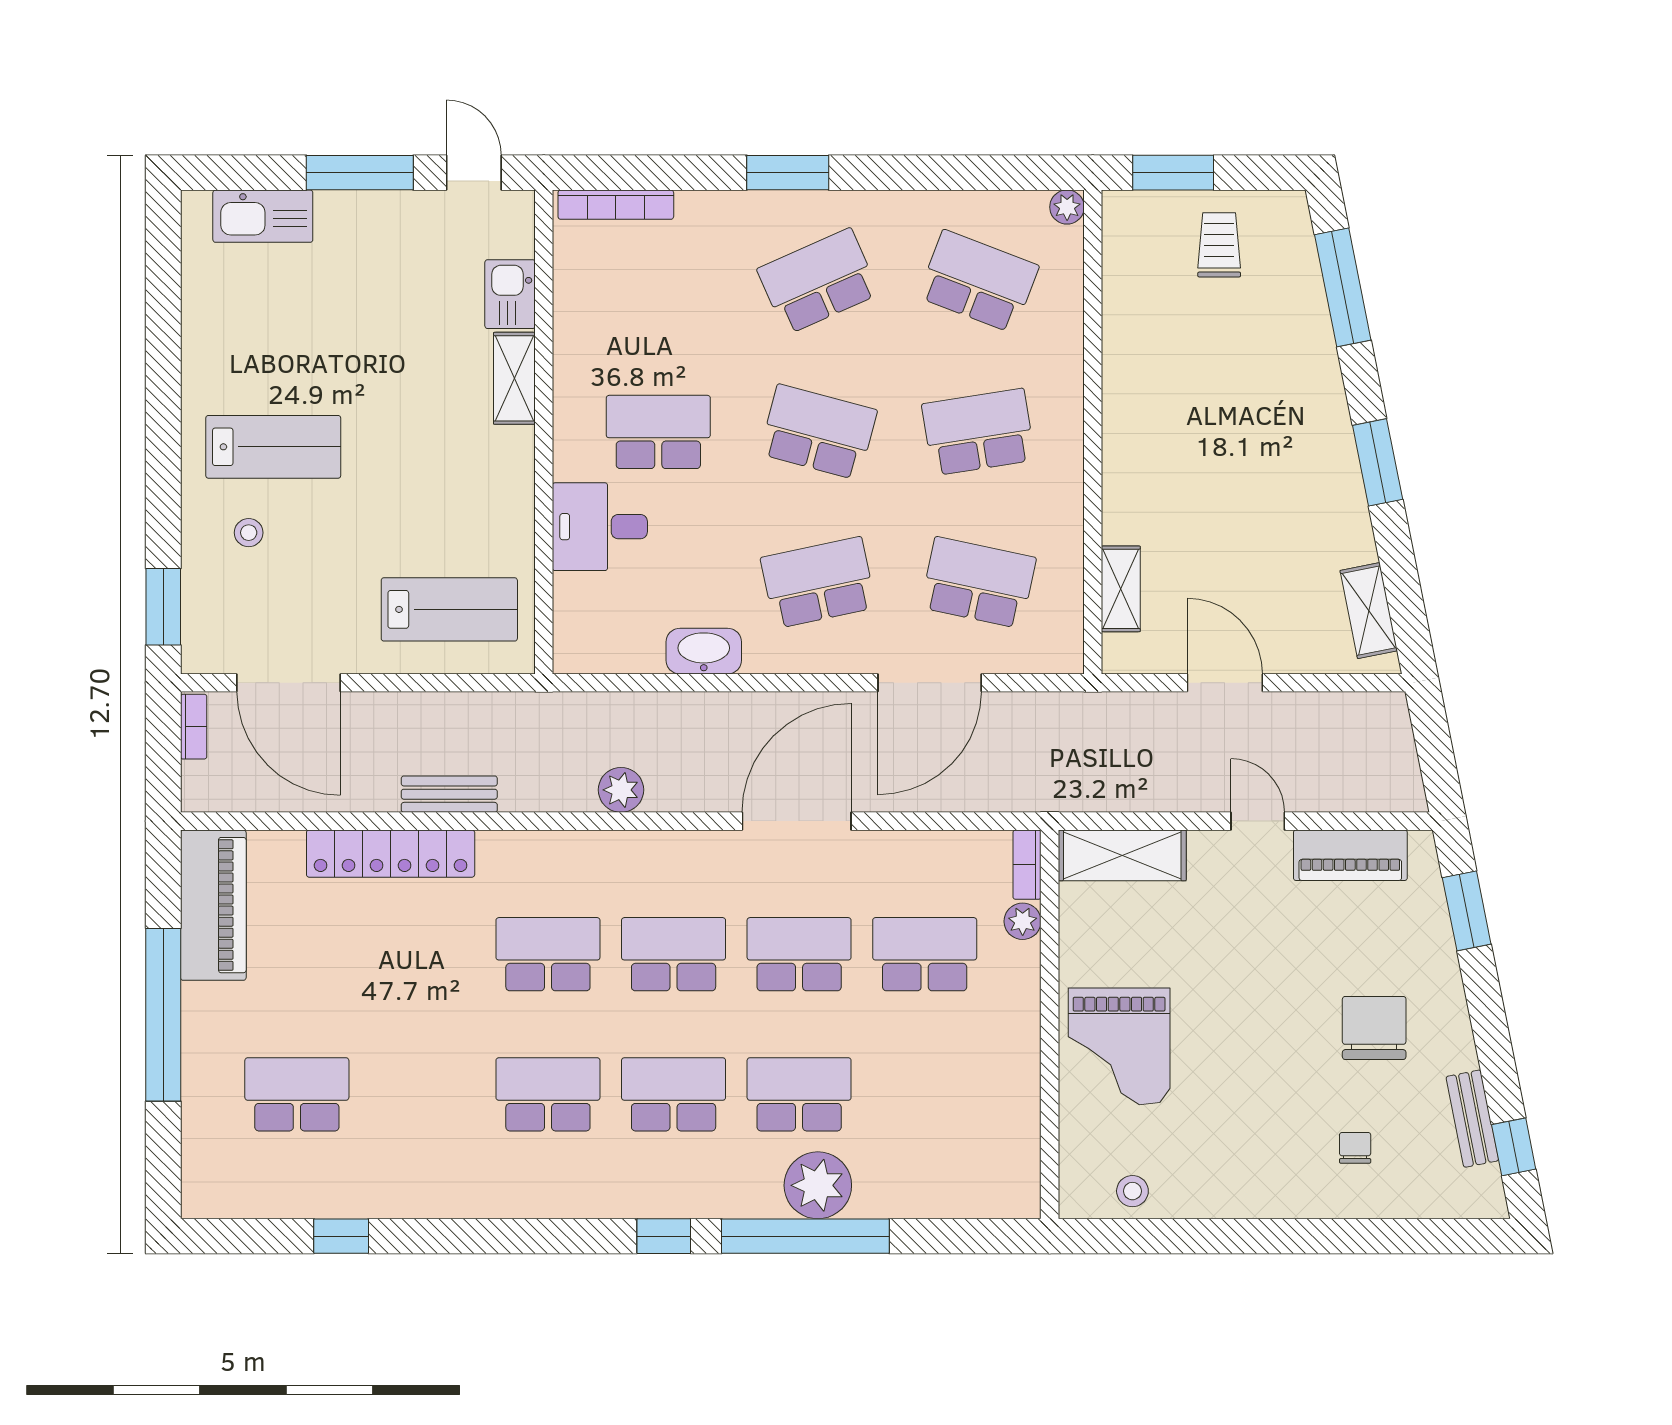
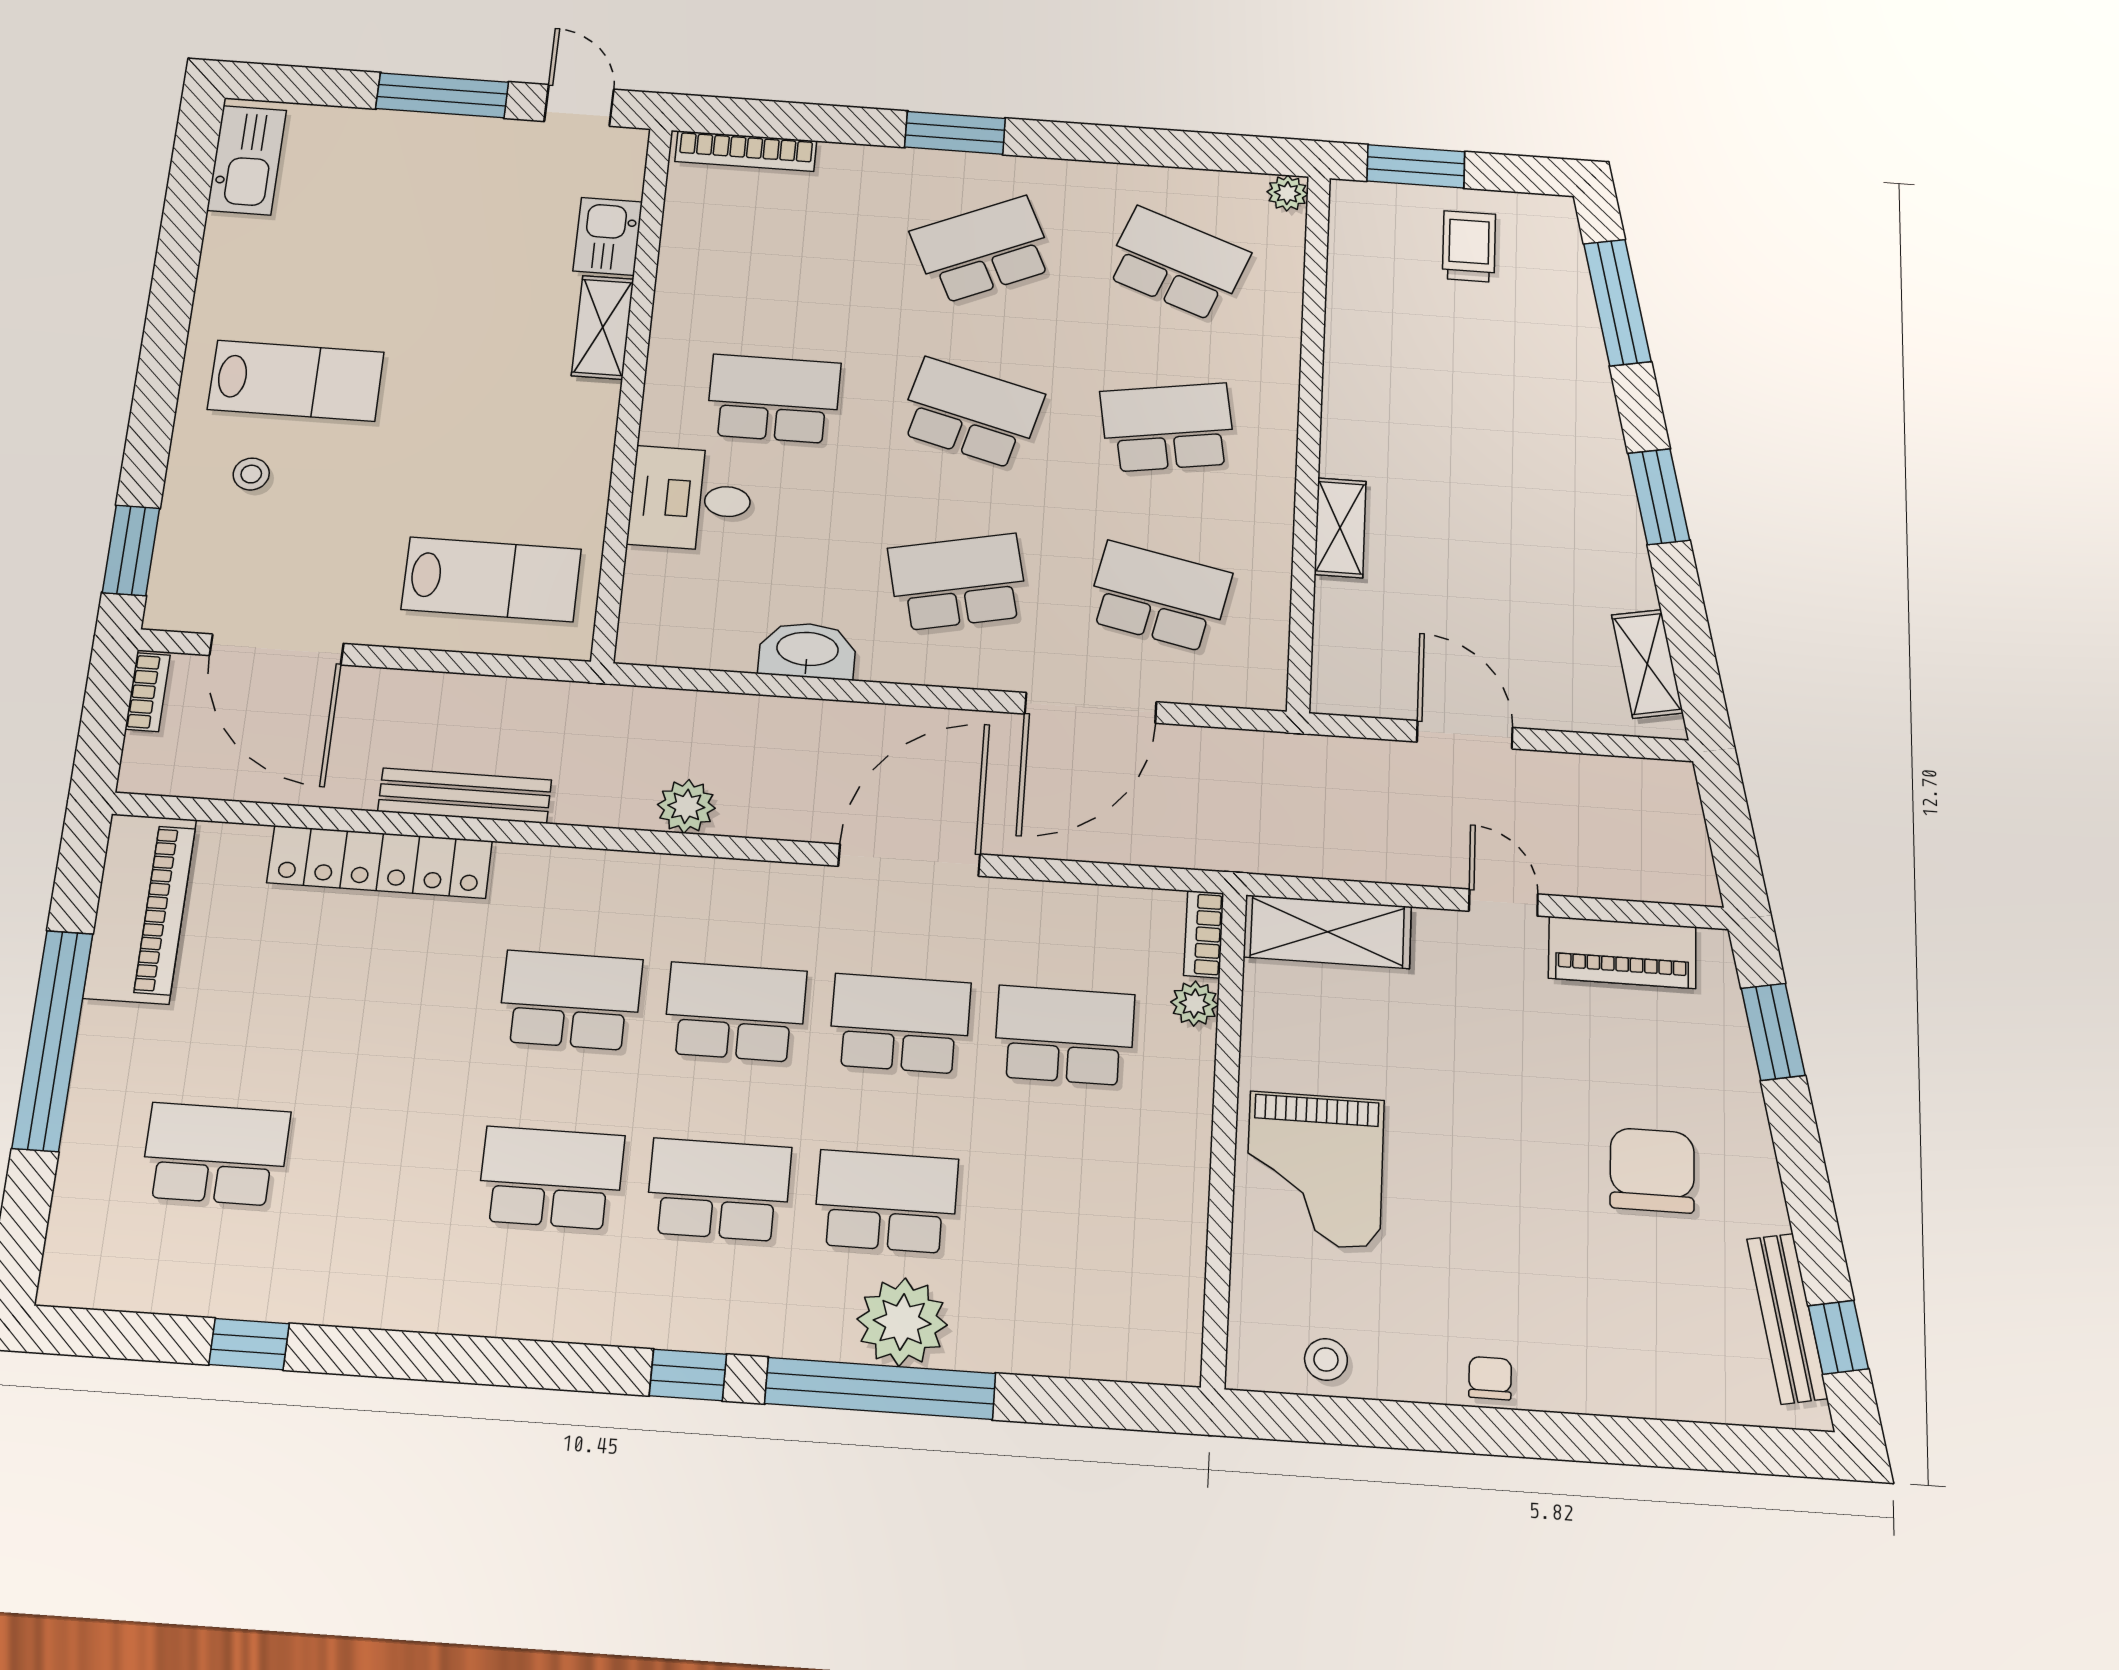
kitchen sink: (263, 216) -> (247, 160), moved, turned -90
shelving: (1121, 589) -> (1340, 528), moved
bench: (449, 794) -> (465, 796), width x1.36
bench: (1472, 1119) -> (1787, 1318), width x1.36
chair: (1355, 1148) -> (1490, 1378), moved

